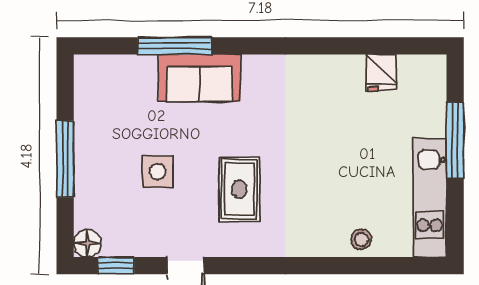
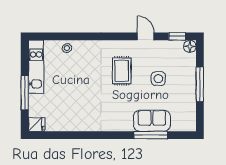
fridge: (381, 72) -> (37, 124), moved, turned 90
sofa: (200, 78) -> (152, 121), moved

